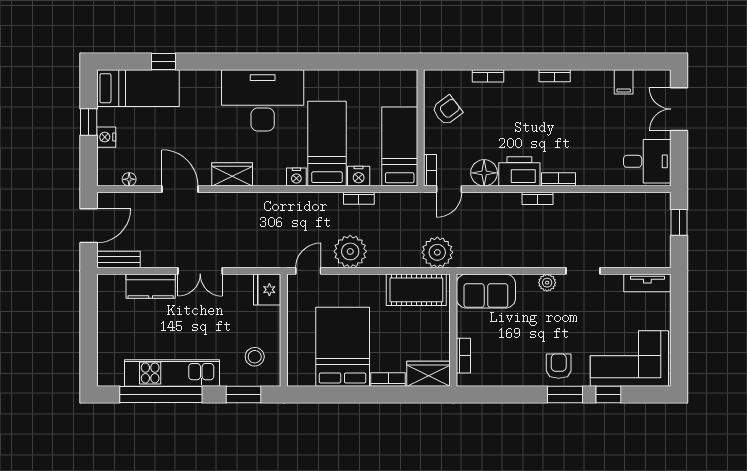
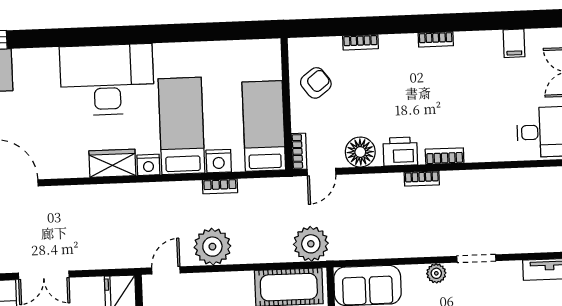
printer: (519, 171) -> (400, 152), width x0.73, depth x0.84
wardrobe: (232, 174) -> (112, 163), moved

